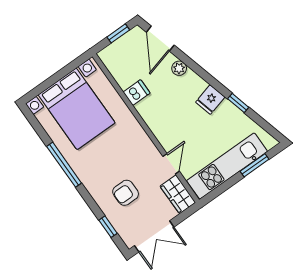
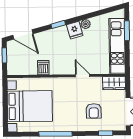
plant: (179, 68) -> (86, 24), moved
window: (238, 103) -> (58, 24), moved
door: (171, 164) -> (82, 76), moved

